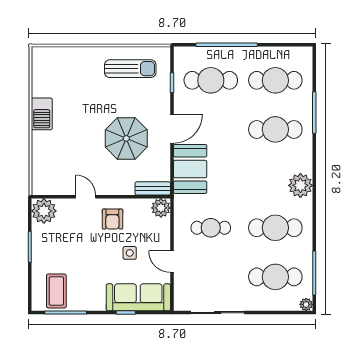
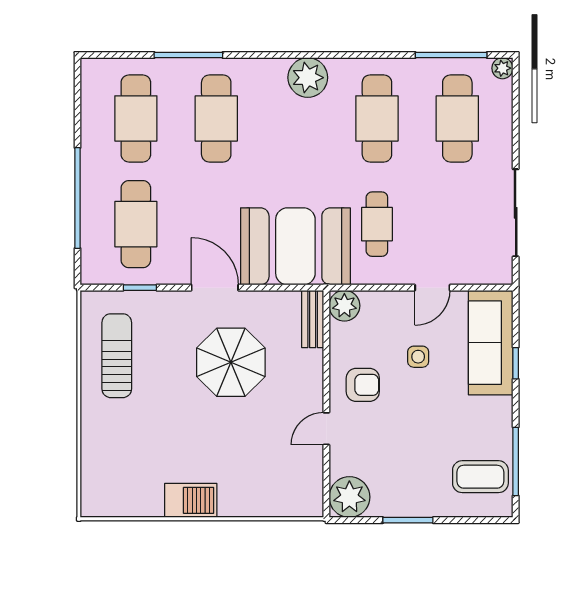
booth: (190, 169) -> (295, 246), width x1.36, depth x1.42

